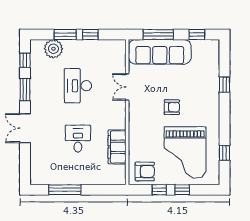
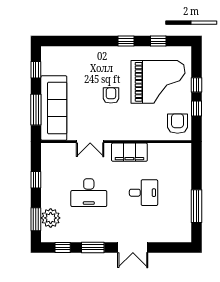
window: (65, 35) -> (36, 219), moved
window: (225, 85) -> (126, 41), moved
desk: (78, 139) -> (144, 193), turned 180
filing cabinet: (117, 147) -> (129, 152), moved

